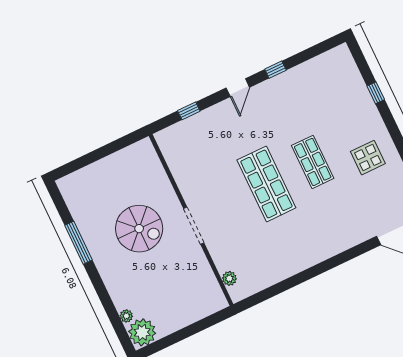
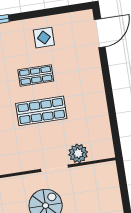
plant: (229, 278) -> (78, 153), moved, width x1.88, depth x1.88

